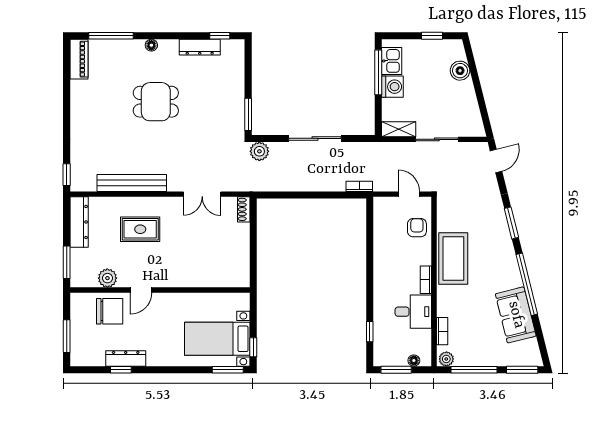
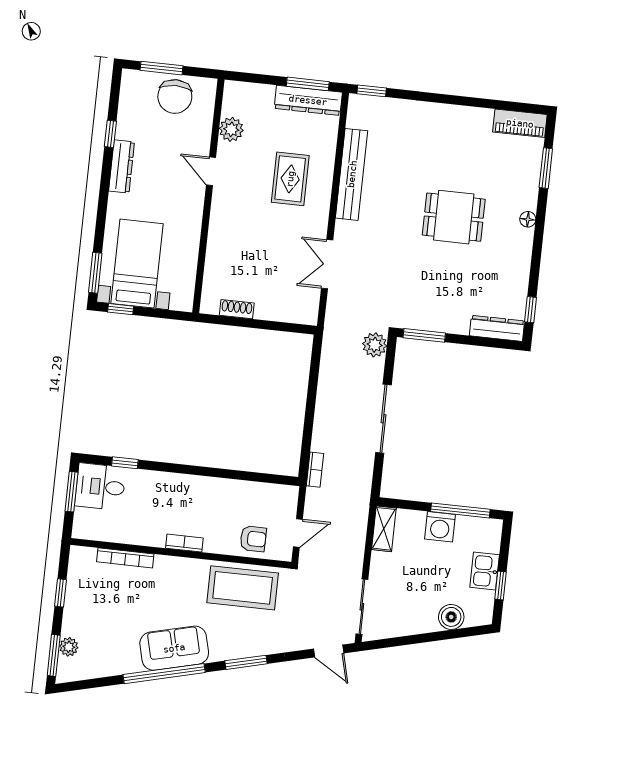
window: (111, 36) -> (546, 168), width x0.69
dresser: (200, 47) -> (497, 328), moved, turned 90
kitchen sink: (392, 61) -> (485, 571), moved, turned 90
dining table: (156, 102) -> (454, 217), turned 90
sliding door: (437, 139) -> (362, 607), moved
shoe rack: (244, 209) -> (237, 309), moved
coffee table: (453, 258) -> (243, 588), moved
window: (67, 262) -> (308, 84), moved
chair: (110, 311) -> (175, 96), moved
desk: (413, 312) -> (100, 487), moved, turned 90
sofa: (516, 315) -> (174, 648), moved
bookcase: (442, 331) -> (125, 558), width x1.56
dresser: (126, 358) -> (122, 166), moved
plant: (446, 359) -> (69, 647), moved
floor lamp: (414, 361) -> (81, 516), removed
window: (474, 370) -> (60, 593), width x0.46

